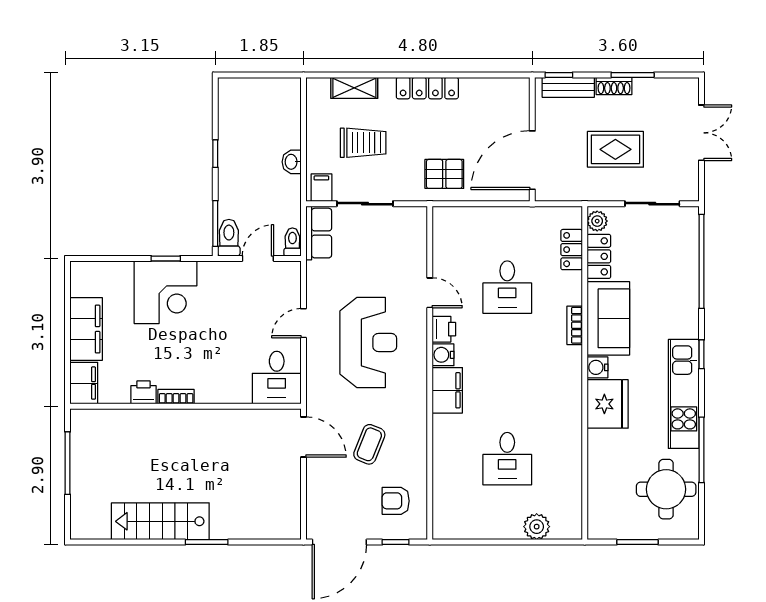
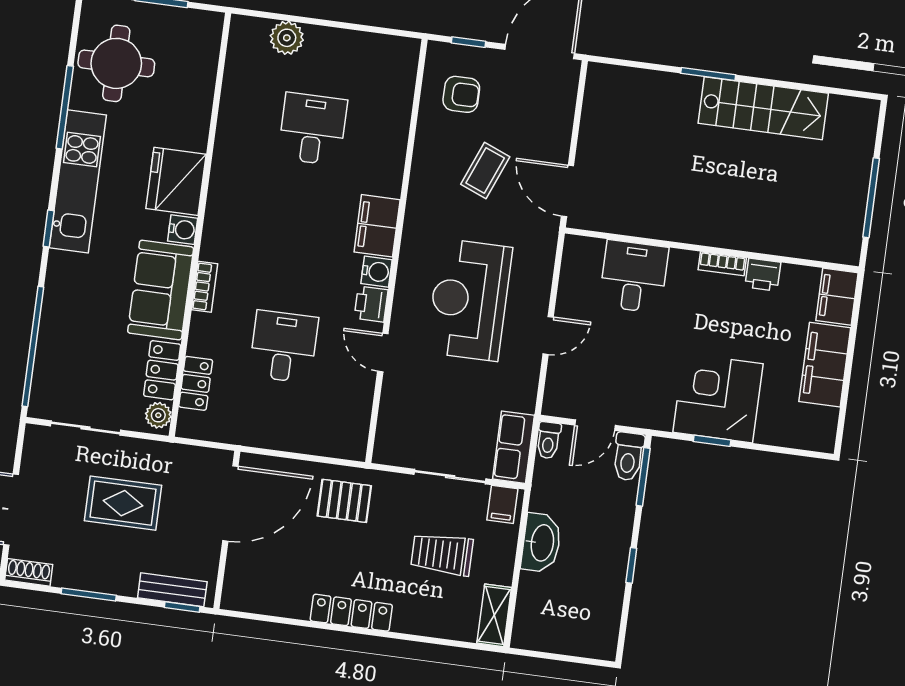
shoe rack: (614, 86) -> (29, 572), moved
shelving: (354, 88) -> (494, 615), moved, turned 90
washbasin: (292, 162) -> (541, 543), width x1.91, depth x1.45
desk: (277, 378) -> (634, 277), moved

